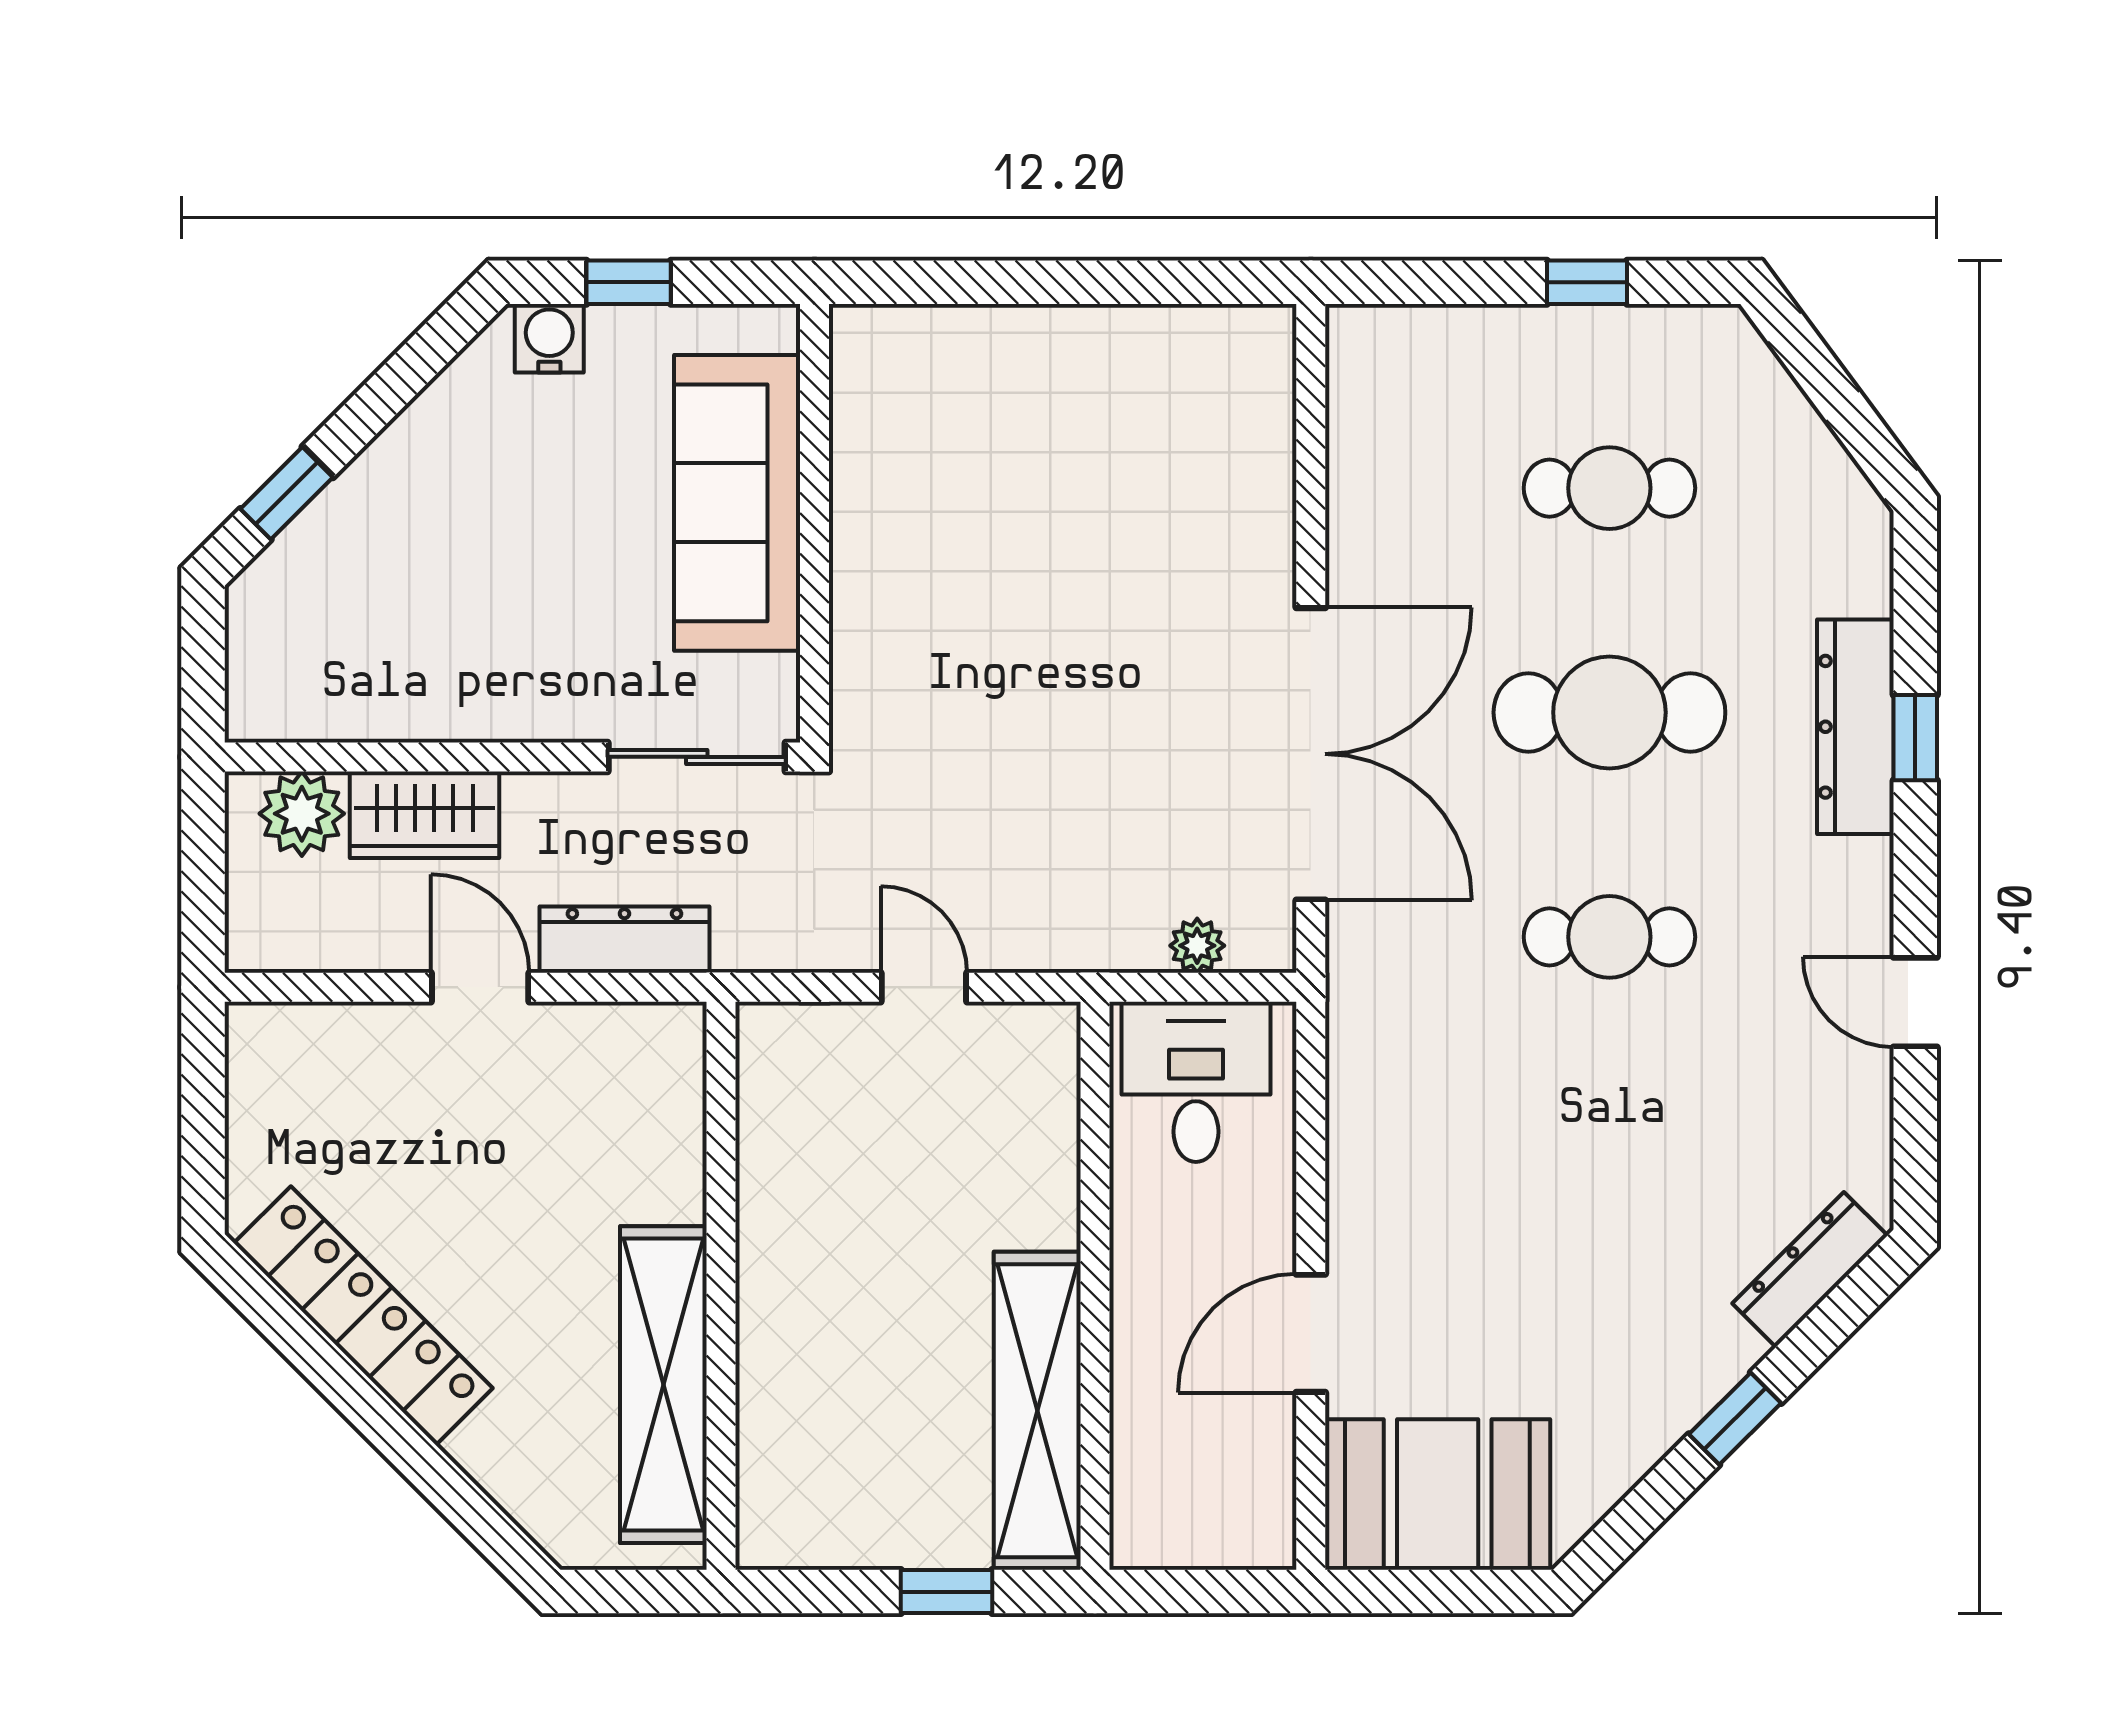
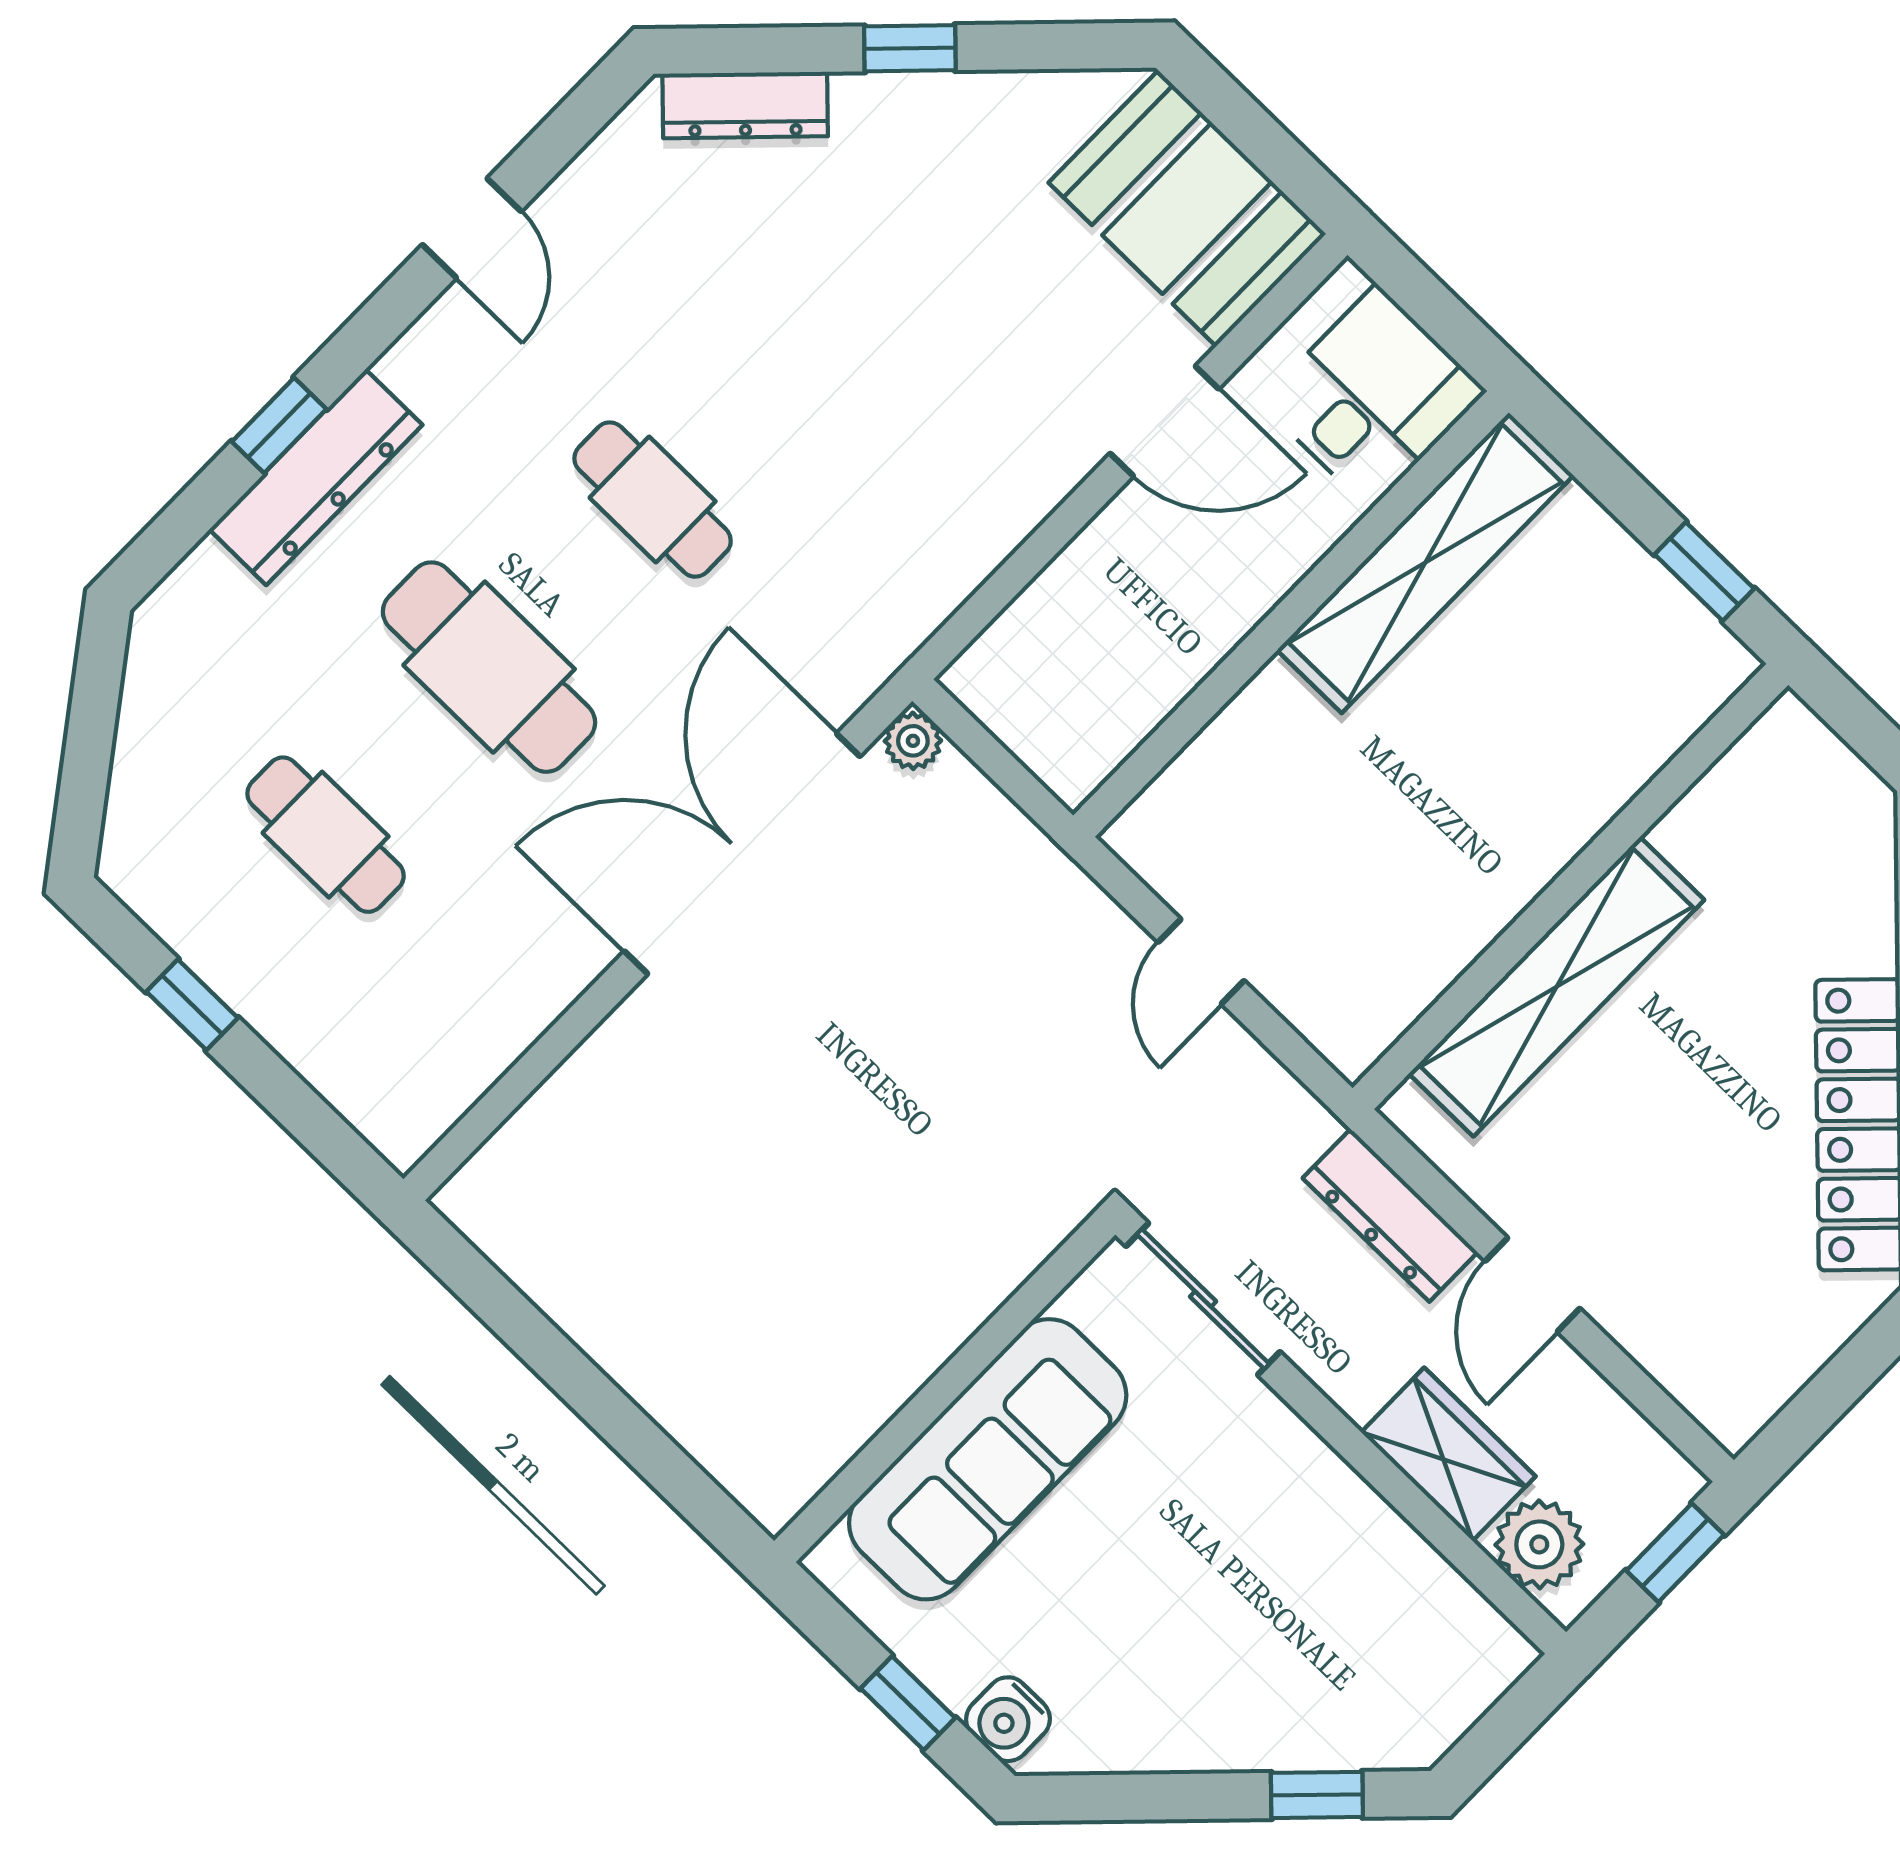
window: (203, 899) -> (1675, 1553), added
plant: (1197, 946) -> (913, 741), moved
desk: (1196, 1082) -> (1373, 397), moved, turned 180
shelving: (663, 1385) -> (1557, 987), moved
window: (947, 1592) -> (1704, 571), moved

